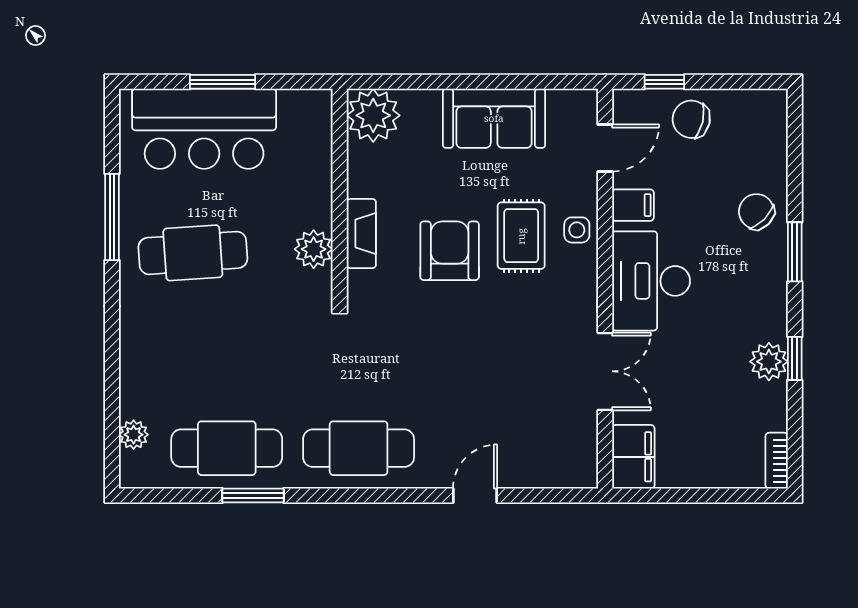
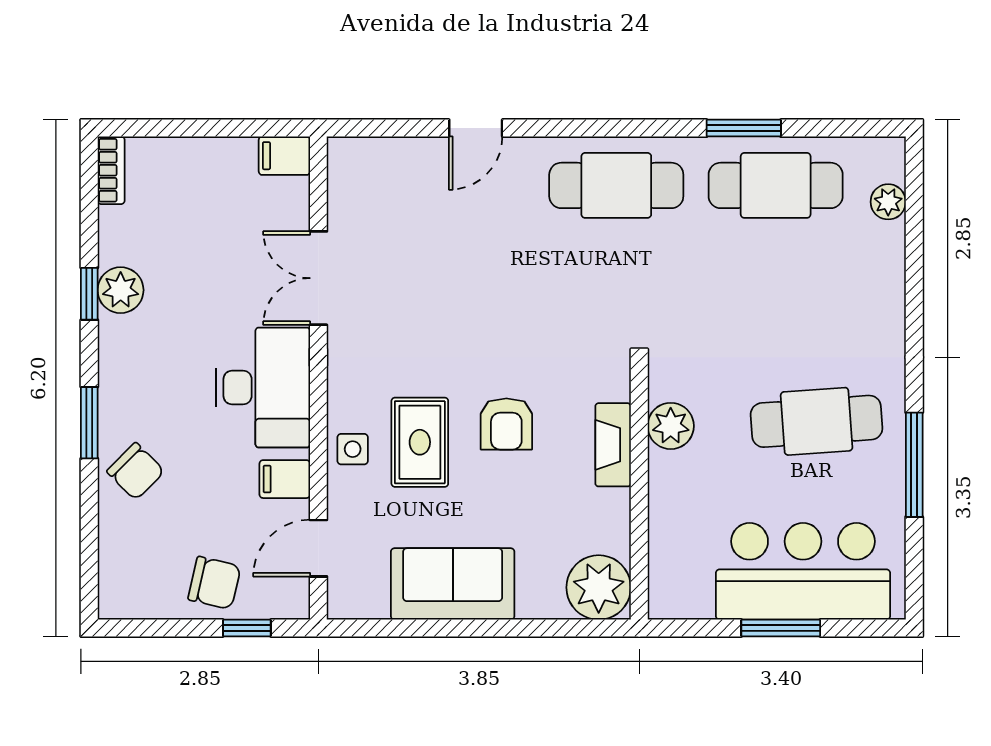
armchair: (450, 251) -> (506, 424), width x0.72, depth x0.72
filing cabinet: (633, 457) -> (284, 156), width x0.50

